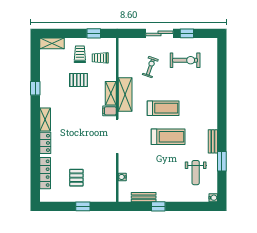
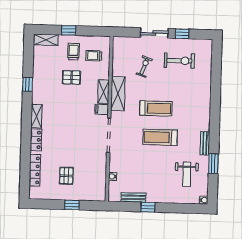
window: (94, 33) -> (69, 30), moved
treadmill: (168, 137) -> (160, 137), turned 180

